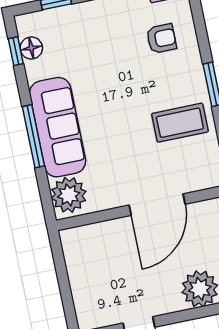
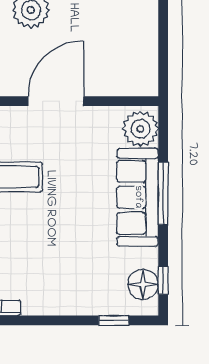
armchair: (161, 39) -> (18, 263), removed
floor lamp: (31, 48) -> (143, 285), width x1.38, depth x1.38

